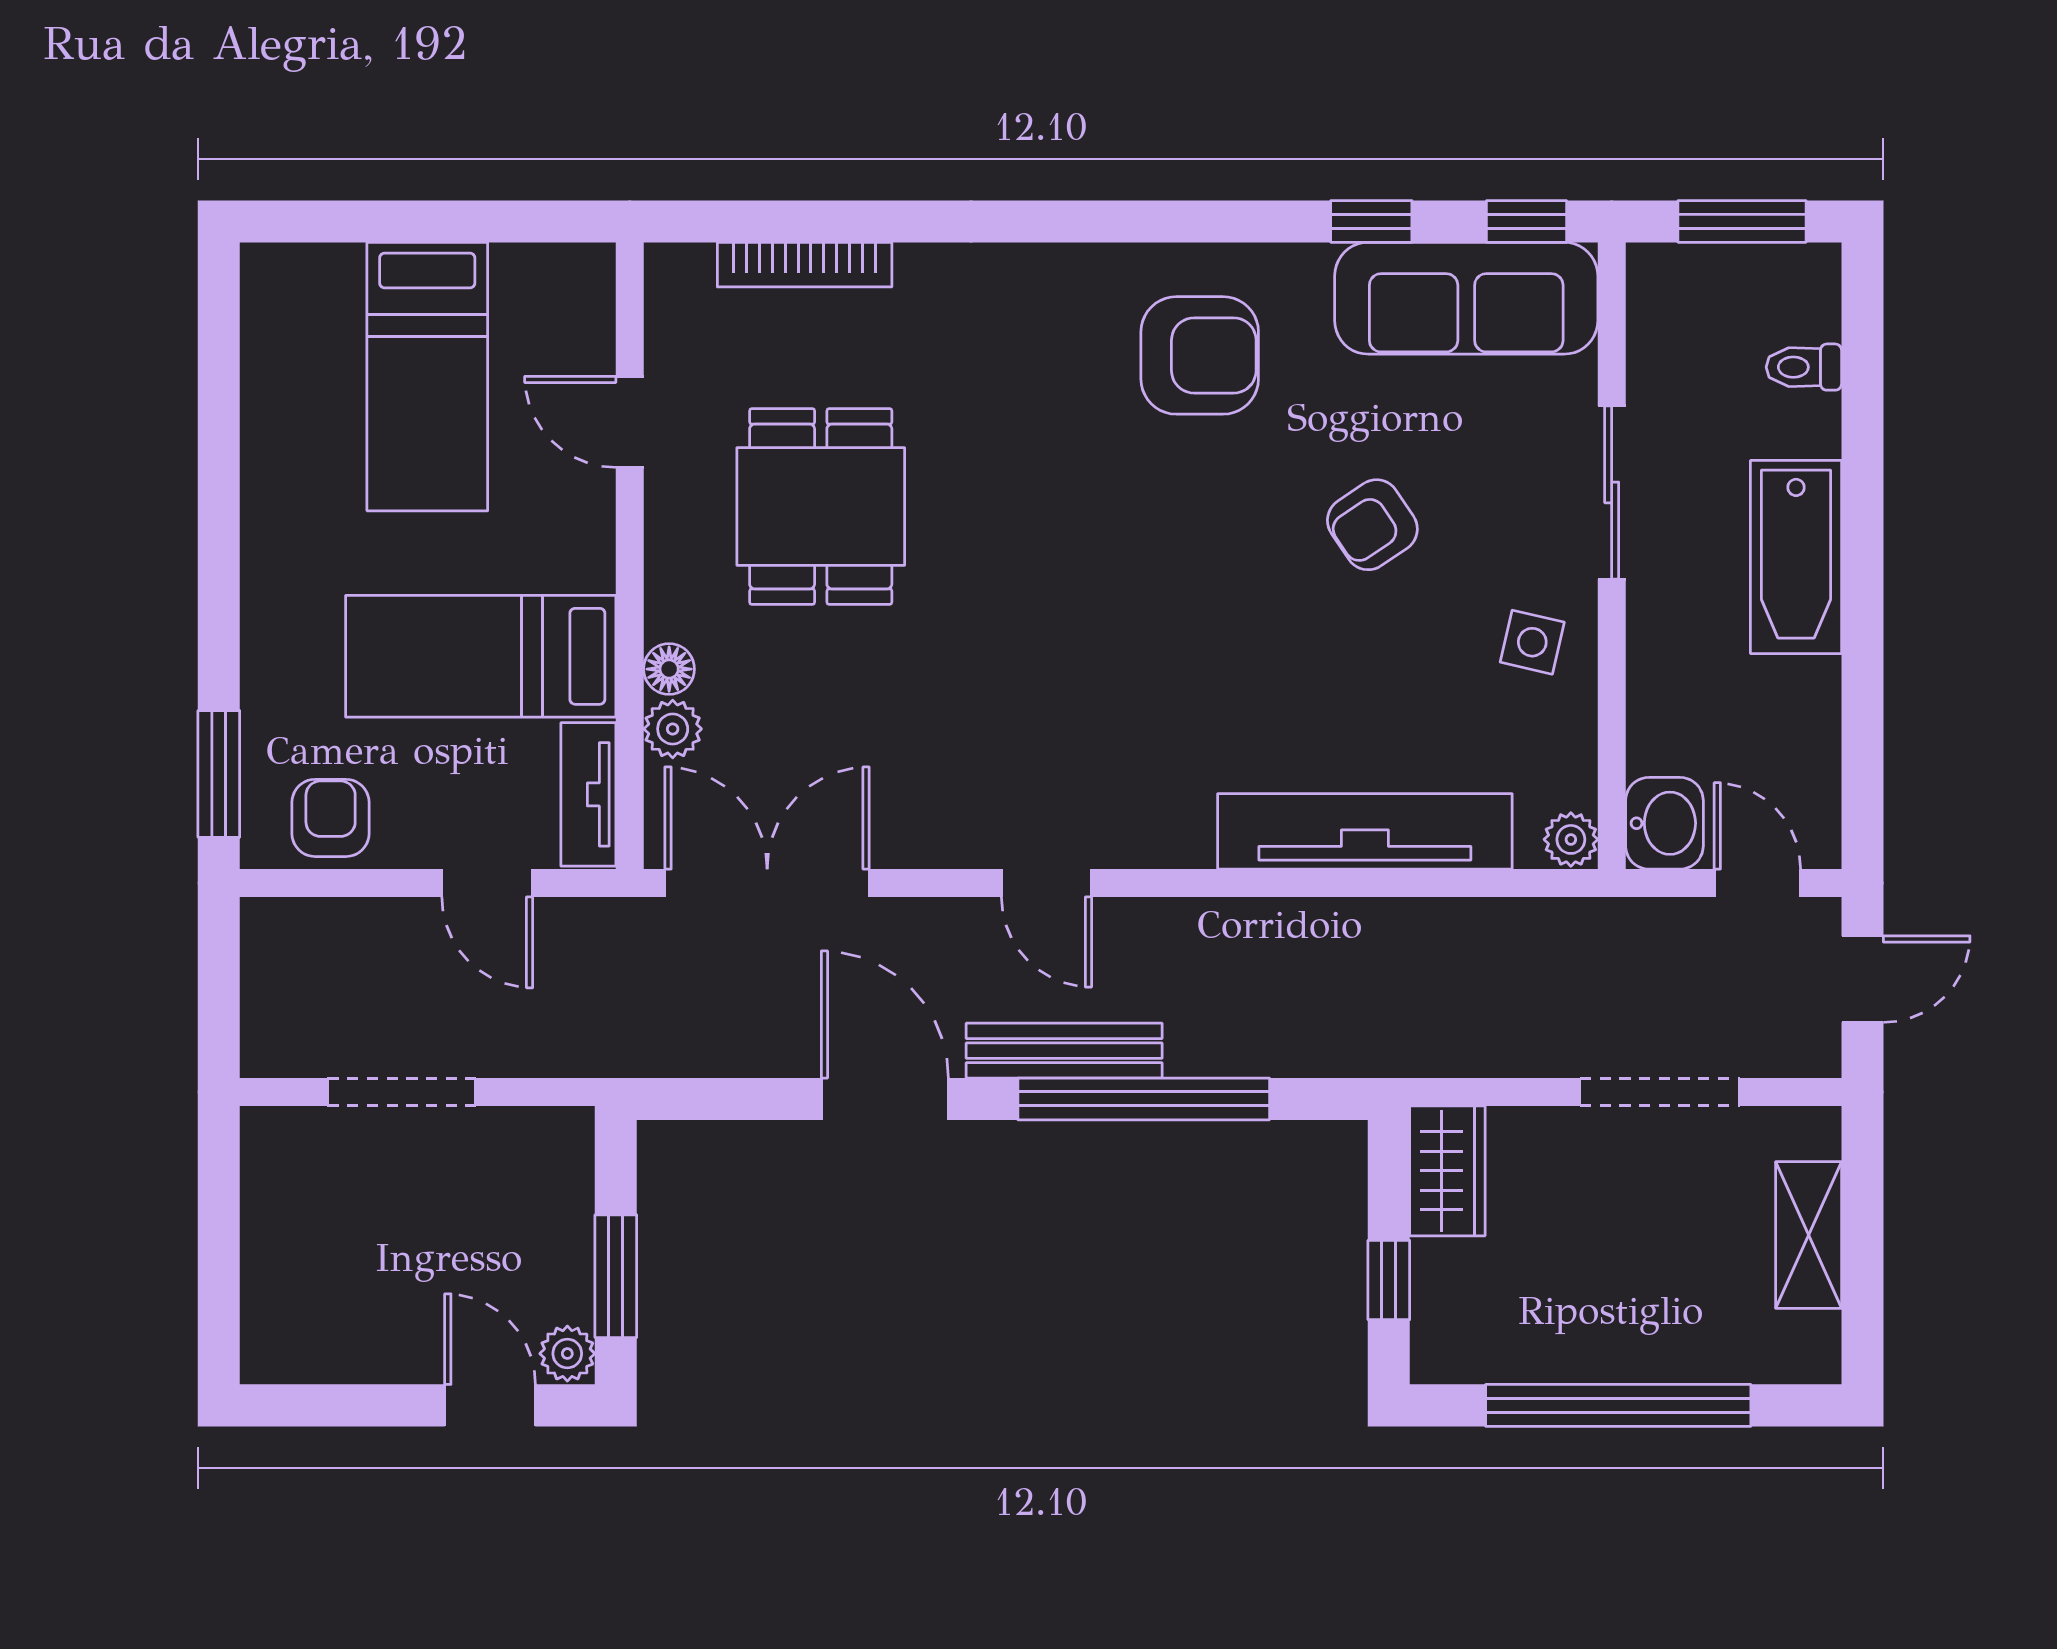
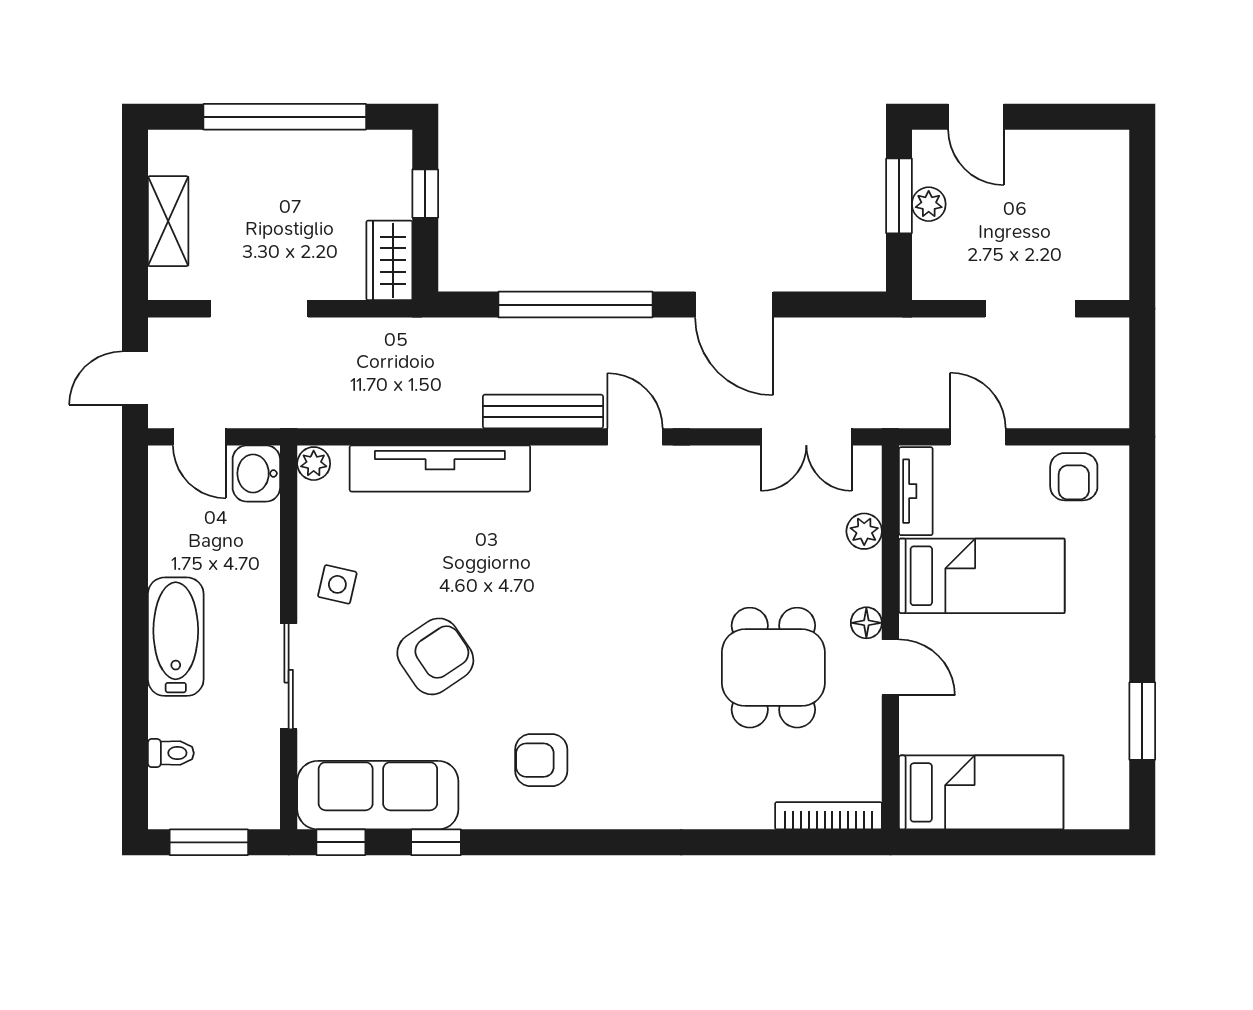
bookcase: (805, 265) -> (828, 816), moved
armchair: (1200, 355) -> (541, 760), width x0.72, depth x0.72
bed: (427, 377) -> (981, 792), moved, turned 90
door: (630, 422) -> (890, 667), moved
armchair: (1372, 525) -> (435, 656), width x1.38, depth x1.38
floor lamp: (669, 669) -> (866, 623), moved
window: (219, 774) -> (1142, 721), moved
double door: (767, 883) -> (806, 437), width x0.73
bench: (1064, 1051) -> (543, 411), moved
plant: (567, 1354) -> (929, 204), moved

